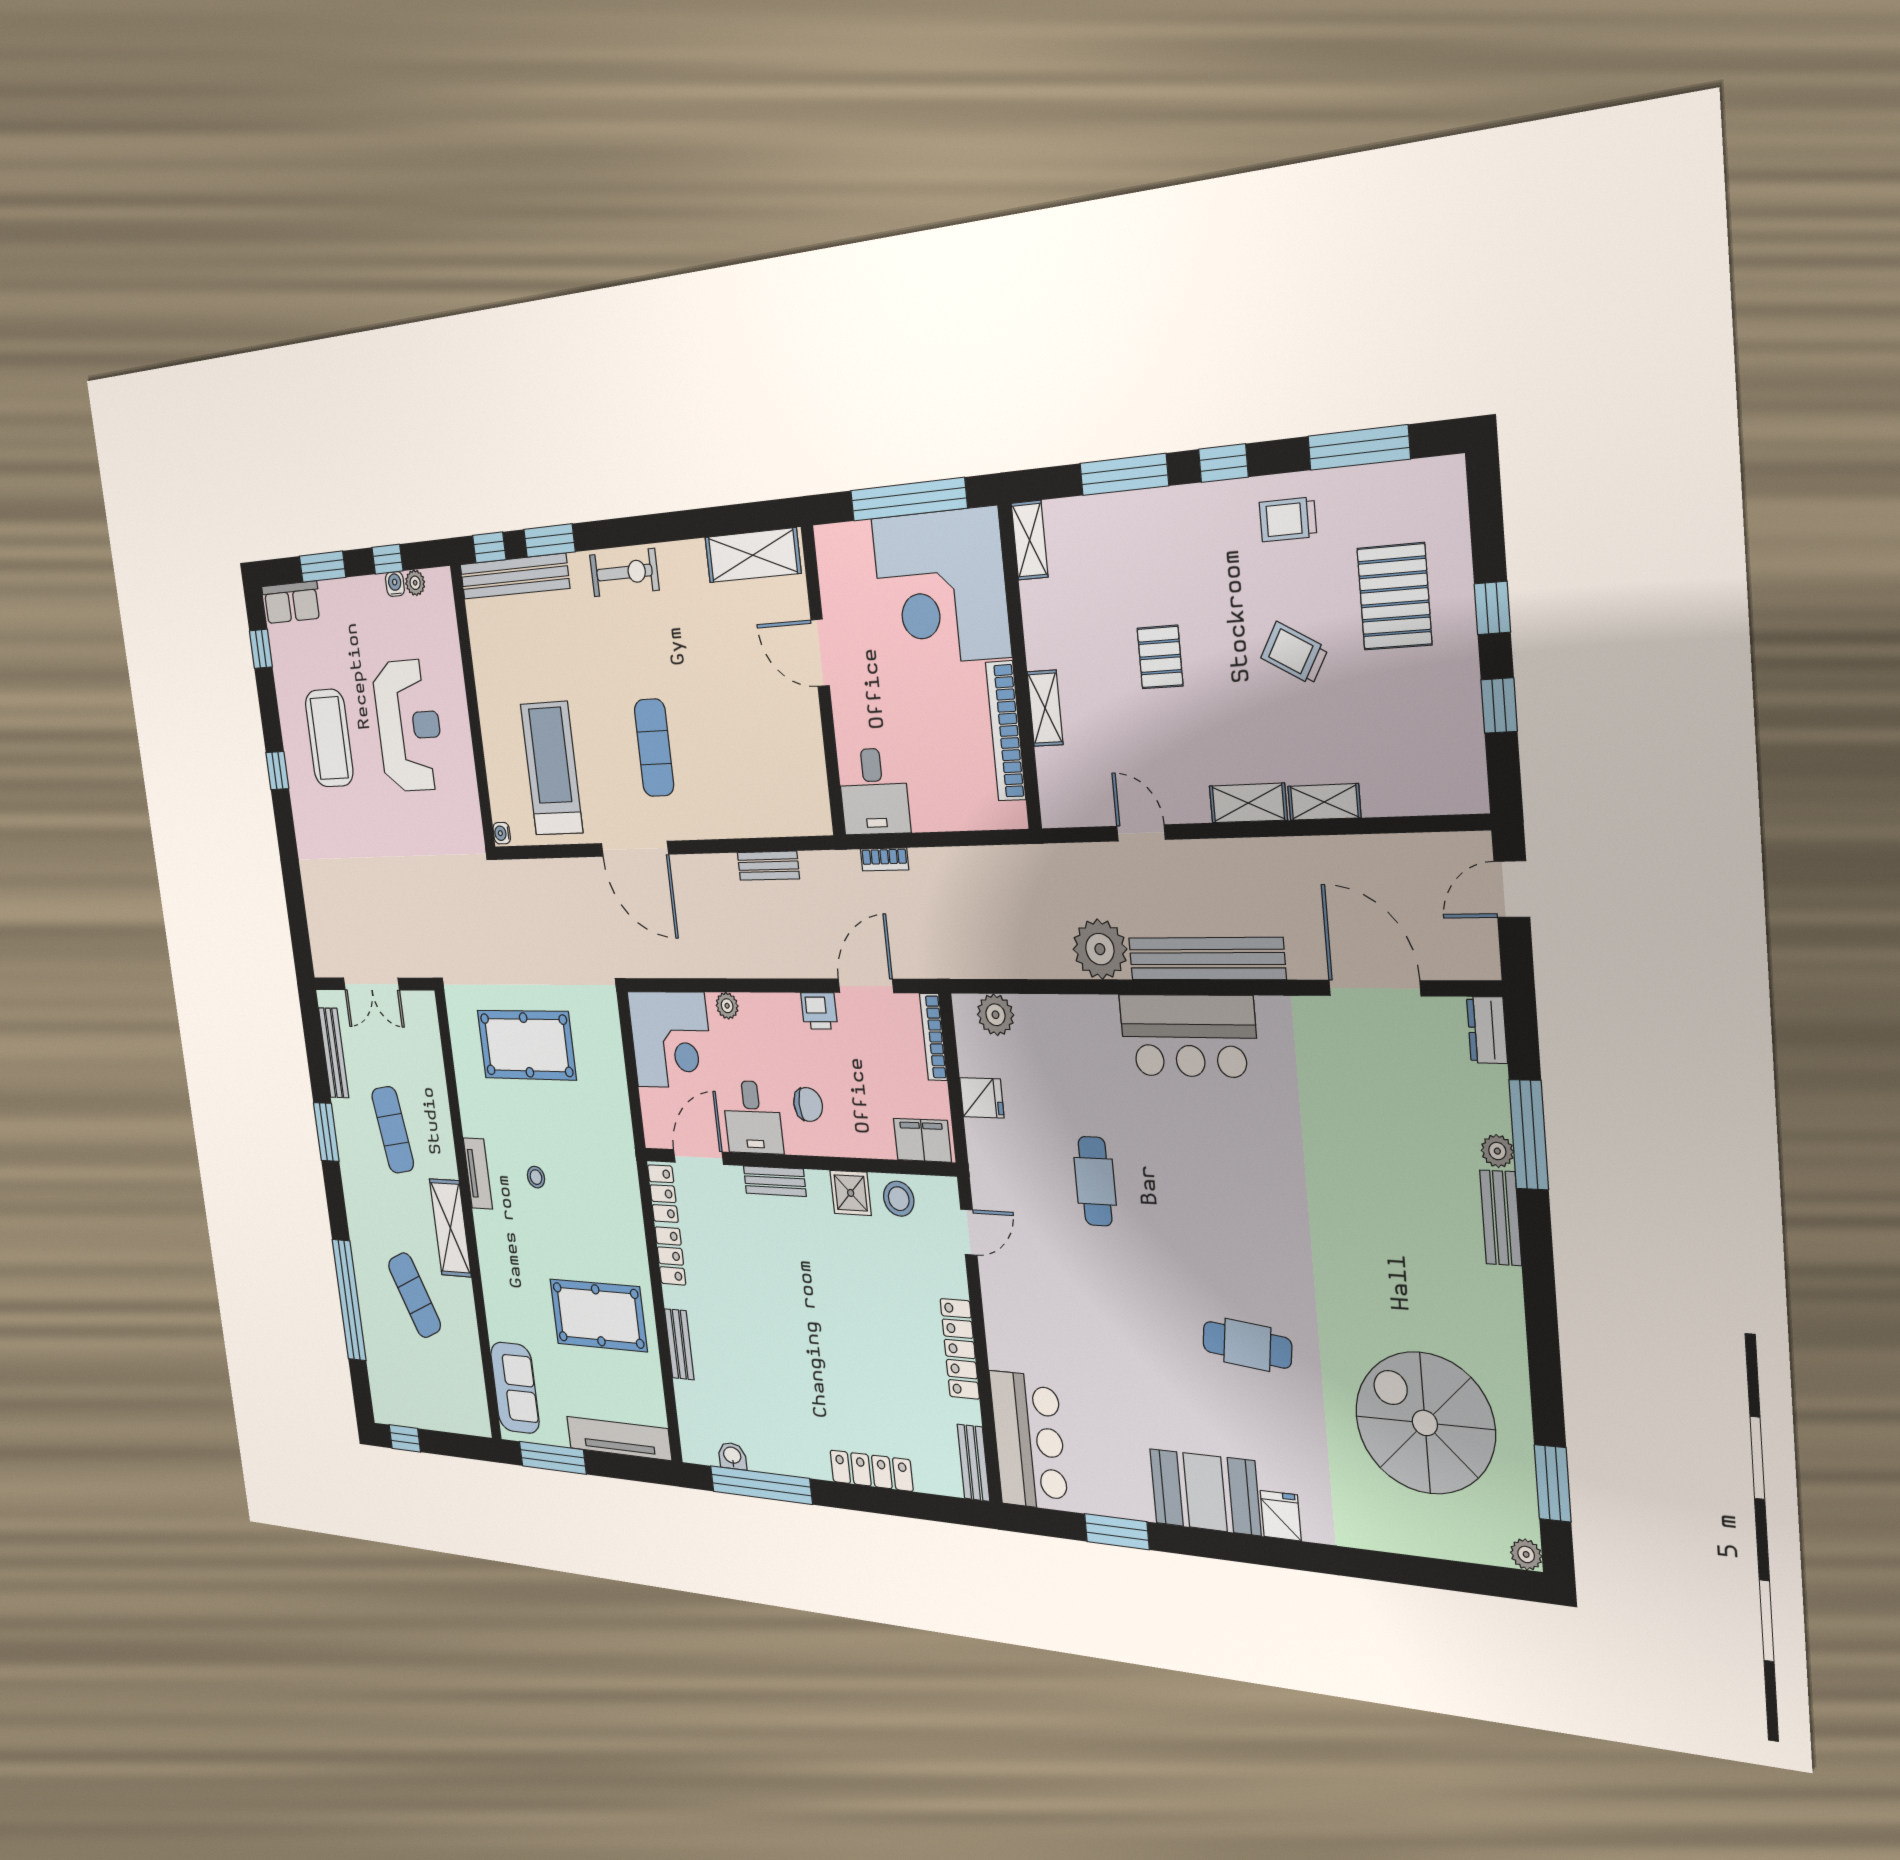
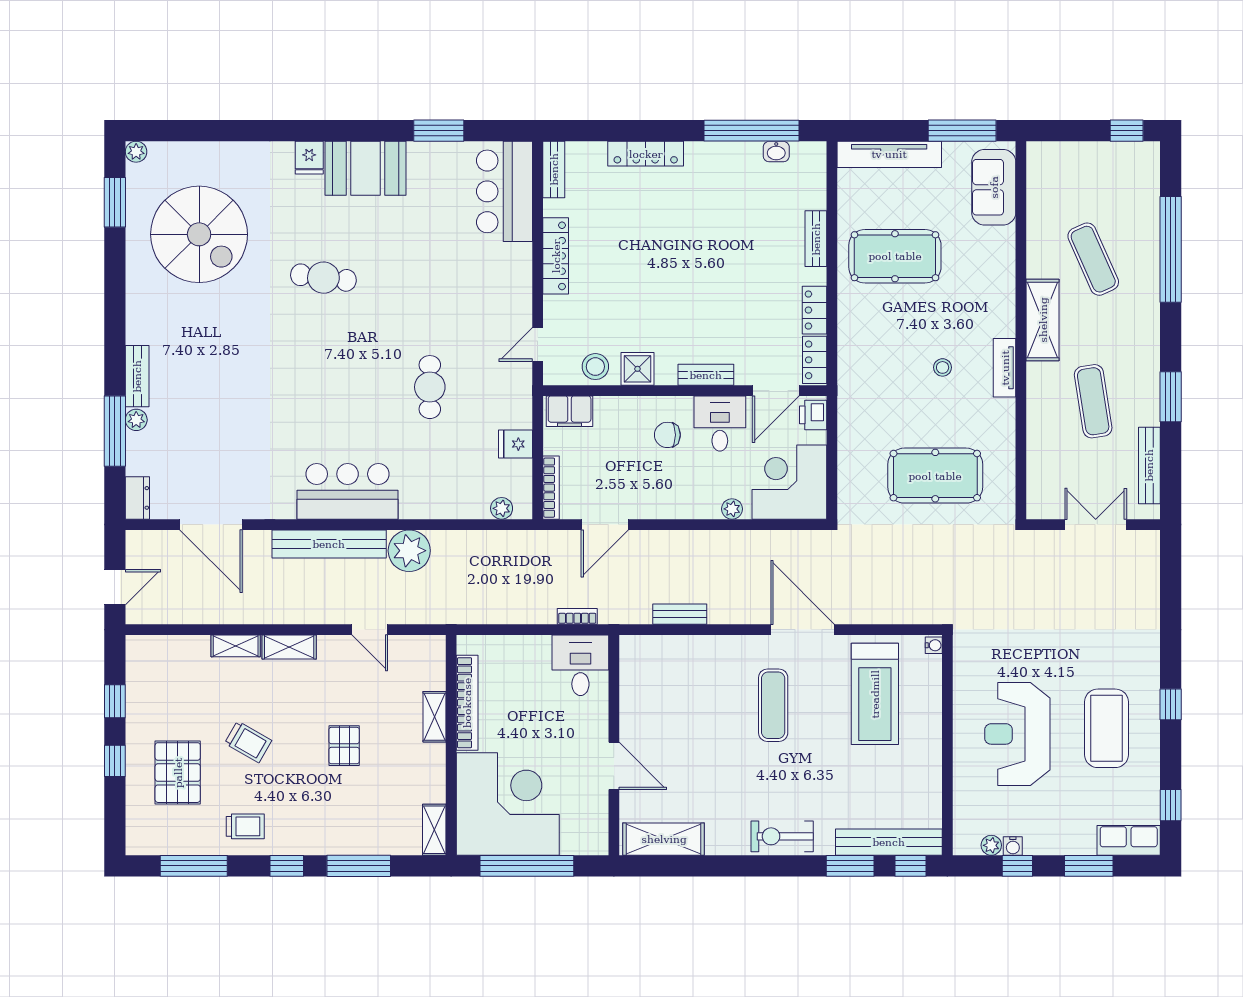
printer: (819, 1011) -> (813, 415), moved, turned -90
plant: (995, 1015) -> (502, 508), width x0.73, depth x0.73

